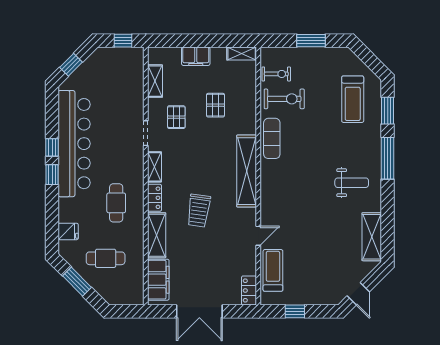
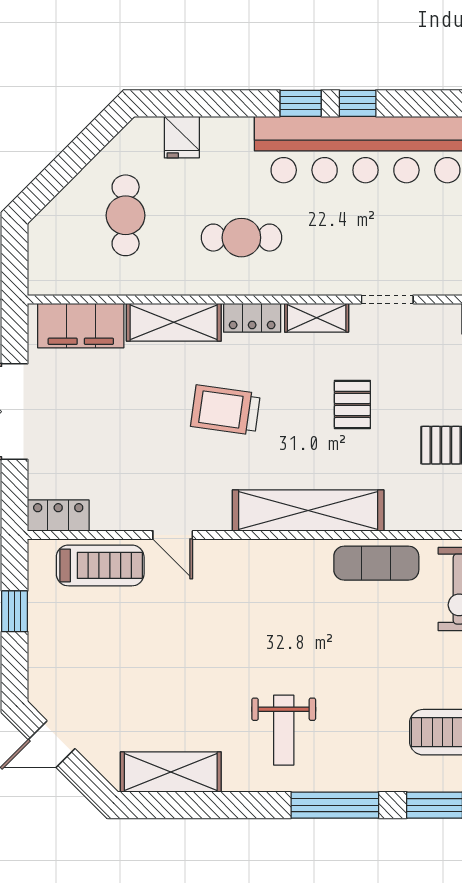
pallet: (176, 117) -> (352, 404), moved, turned 90
window: (77, 282) -> (77, 156), removed

